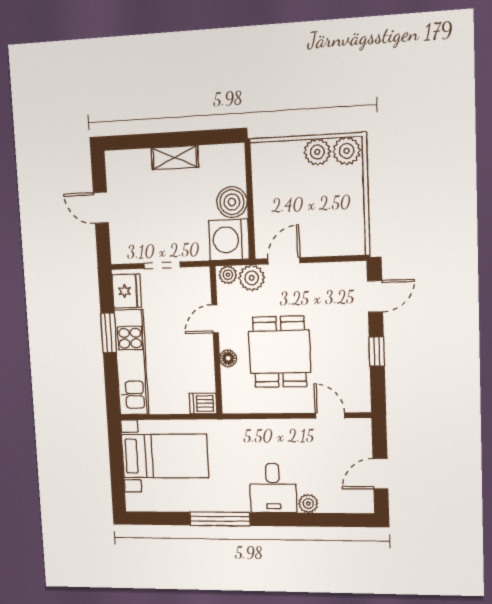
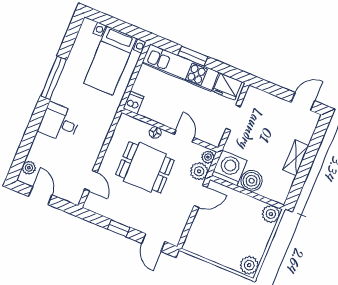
plant: (317, 152) -> (271, 214), moved
door: (101, 208) -> (303, 102), moved
door: (284, 261) -> (200, 196), hinge flipped
window: (109, 333) -> (193, 56), moved
door: (330, 415) -> (91, 181), hinge flipped
plant: (308, 503) -> (29, 168), moved

